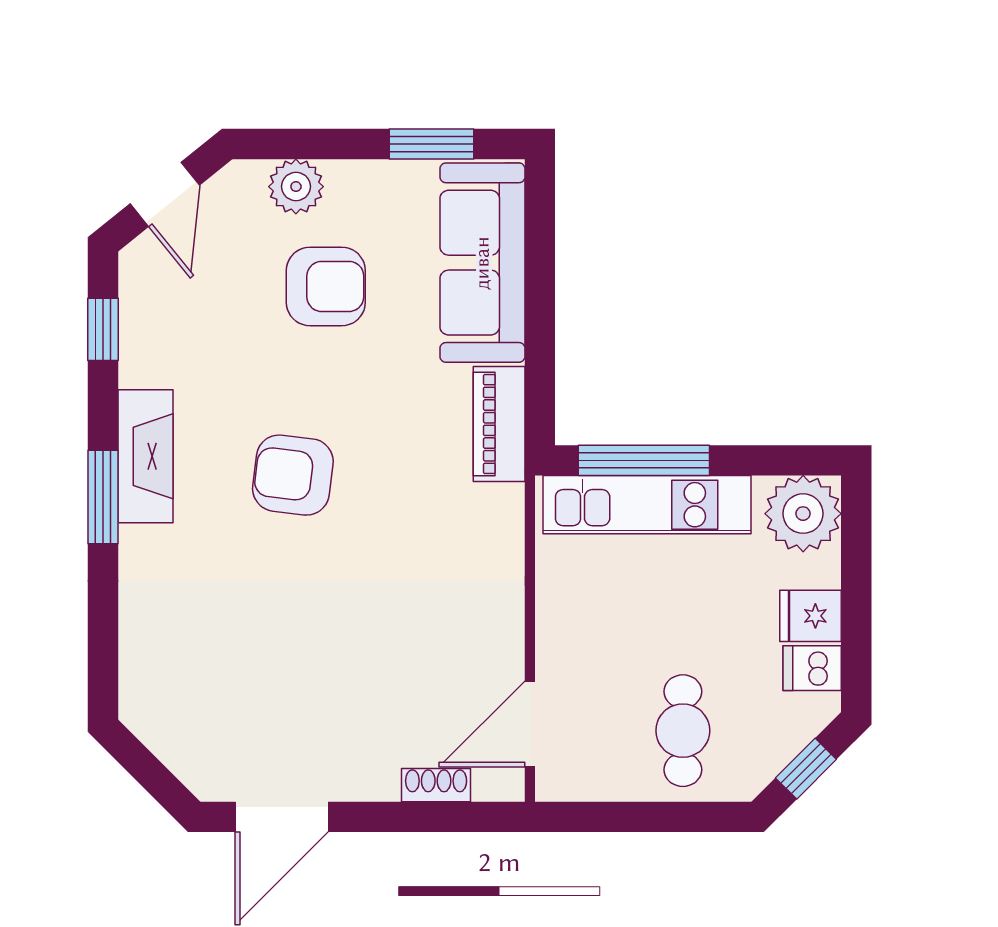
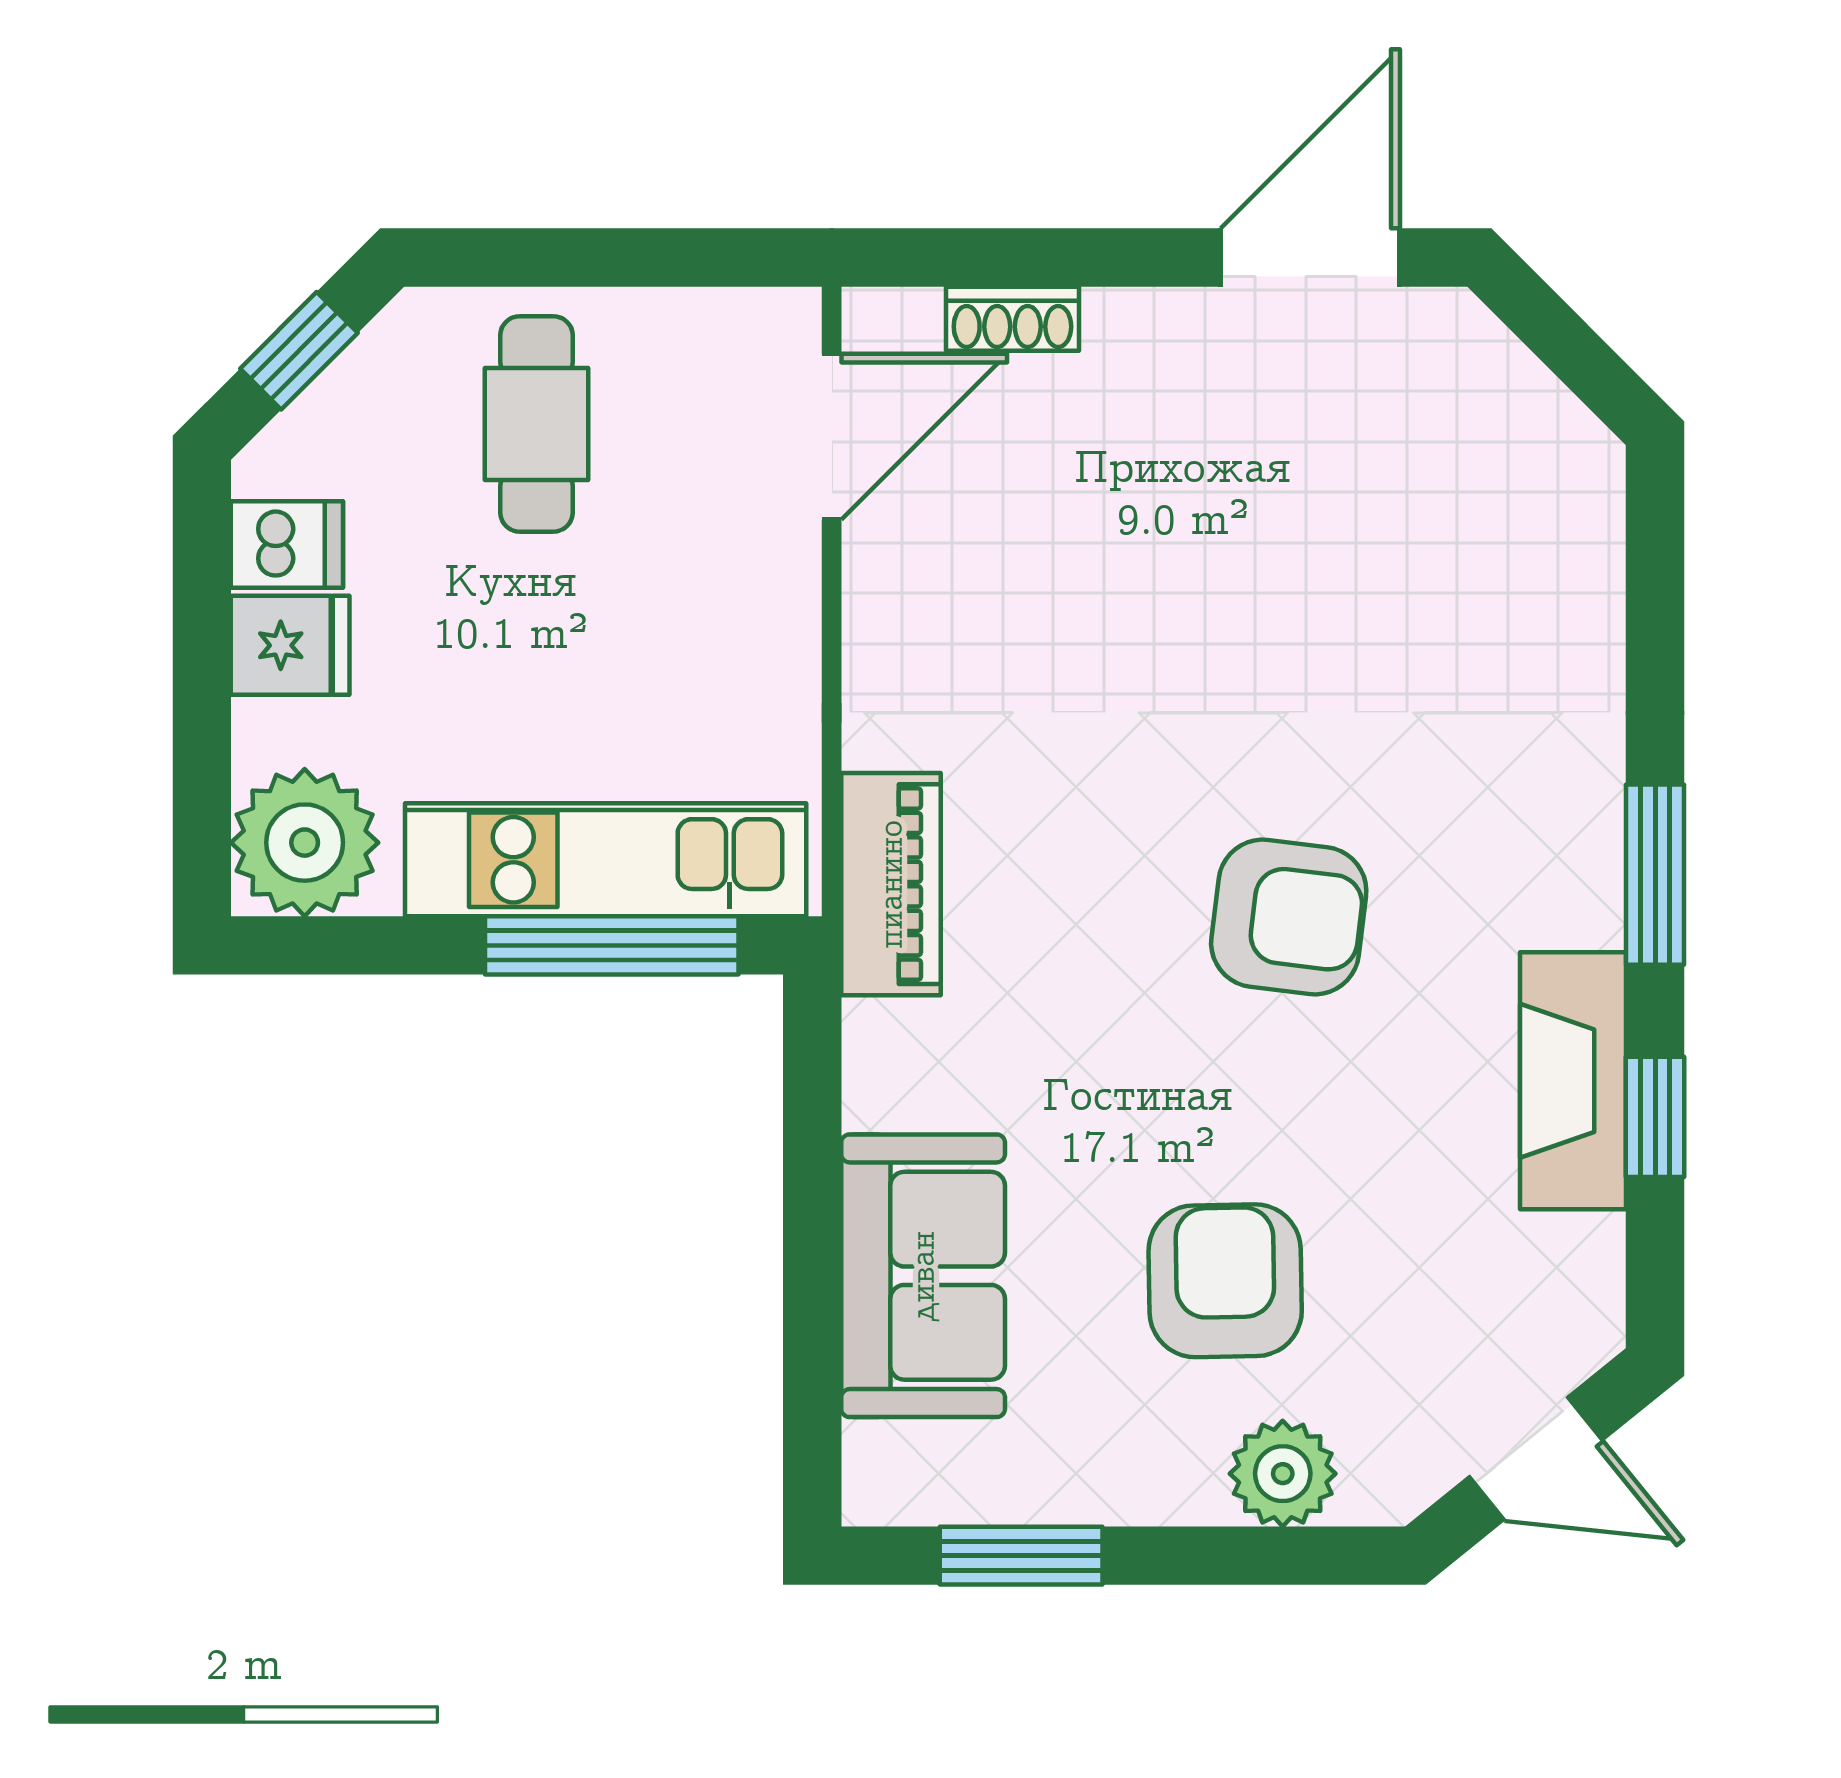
door: (165, 194) -> (1536, 1458), swing flipped
sofa: (482, 263) -> (923, 1276), width x0.73
armchair: (326, 286) -> (1225, 1281), turned 89
window: (103, 329) -> (1655, 1117), moved
piano: (499, 424) -> (891, 884), moved
fireplace: (145, 456) -> (1573, 1081), moved

